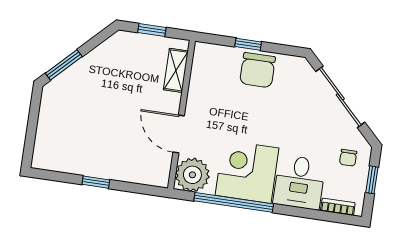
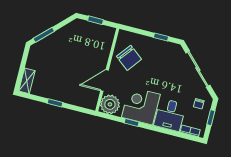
window: (248, 44) -> (161, 37), moved
shelving: (176, 70) -> (27, 81), moved
chair: (258, 70) -> (129, 58), moved, turned -52
door: (179, 134) -> (105, 81), hinge flipped
window: (234, 202) -> (132, 122), width x0.32

